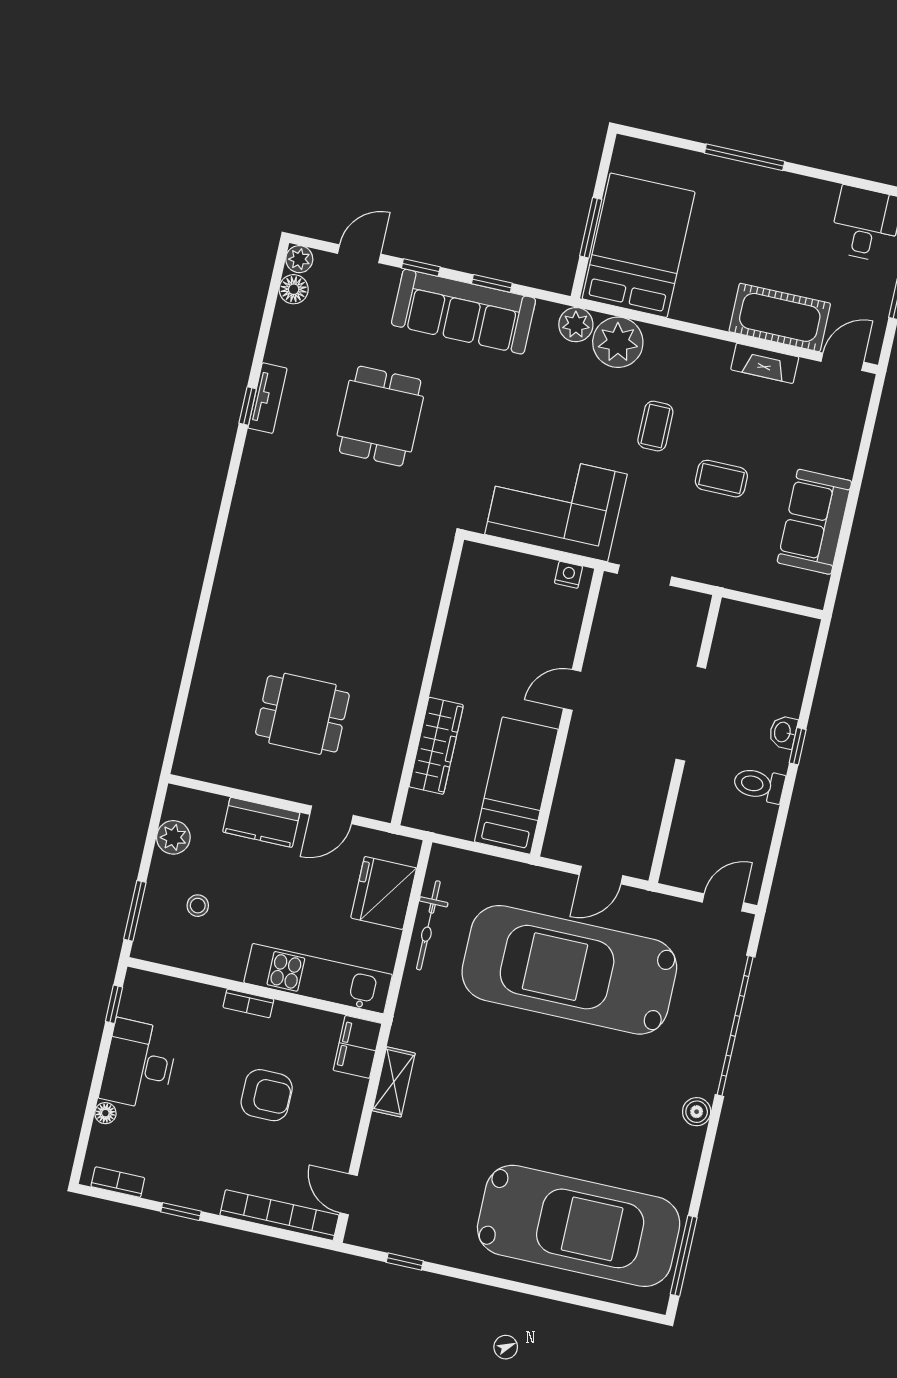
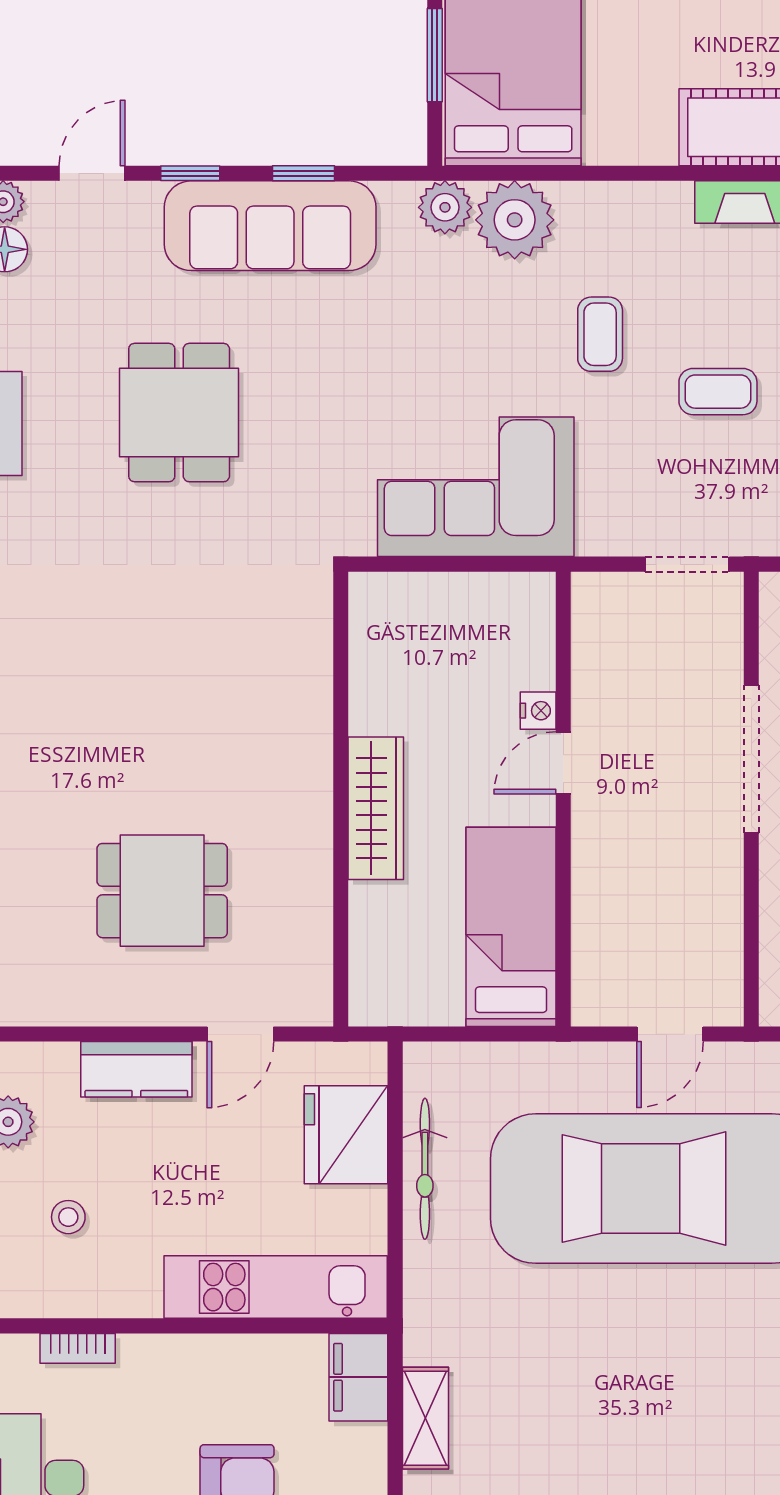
nightstand: (568, 575) -> (538, 711), moved, turned 90
doorway: (645, 575) -> (687, 564), moved
wardrobe: (436, 746) -> (376, 808), moved
bookcase: (248, 1003) -> (78, 1348), moved

